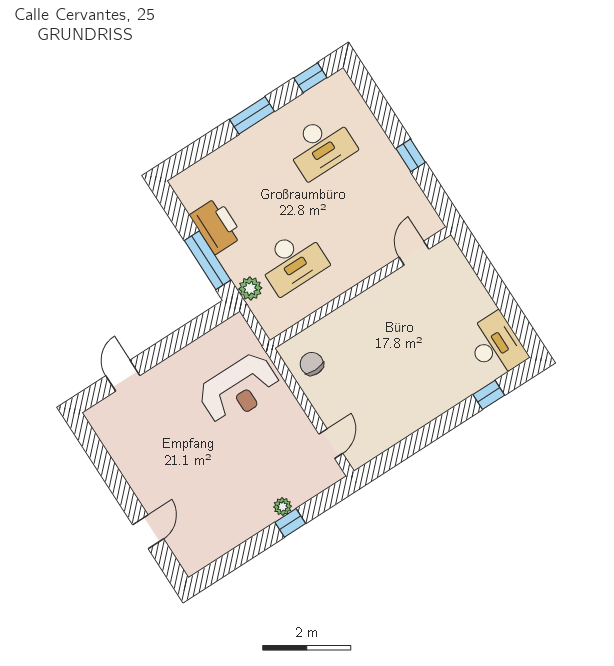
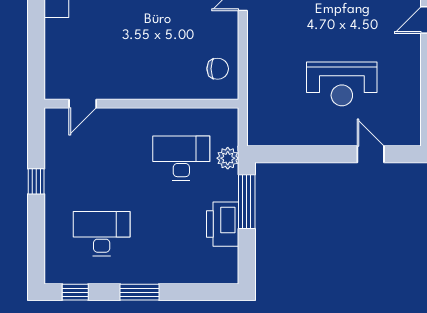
chair: (312, 364) -> (218, 69), turned -90
door: (123, 376) -> (371, 154), swing flipped
reception desk: (239, 389) -> (342, 84), moved, turned 180

